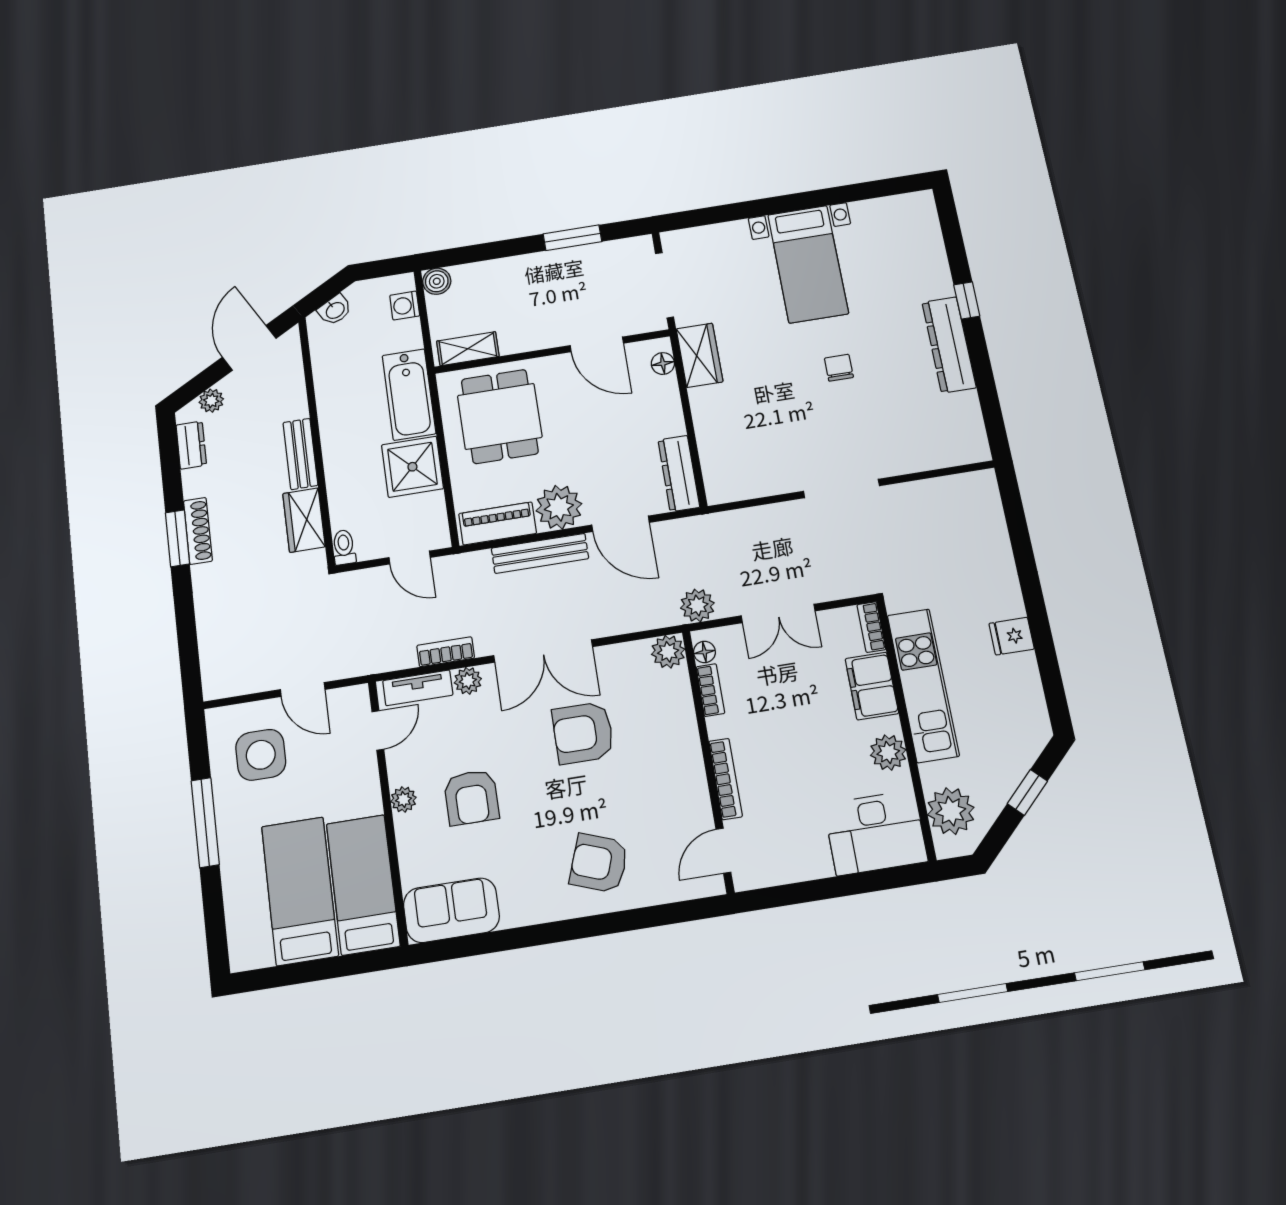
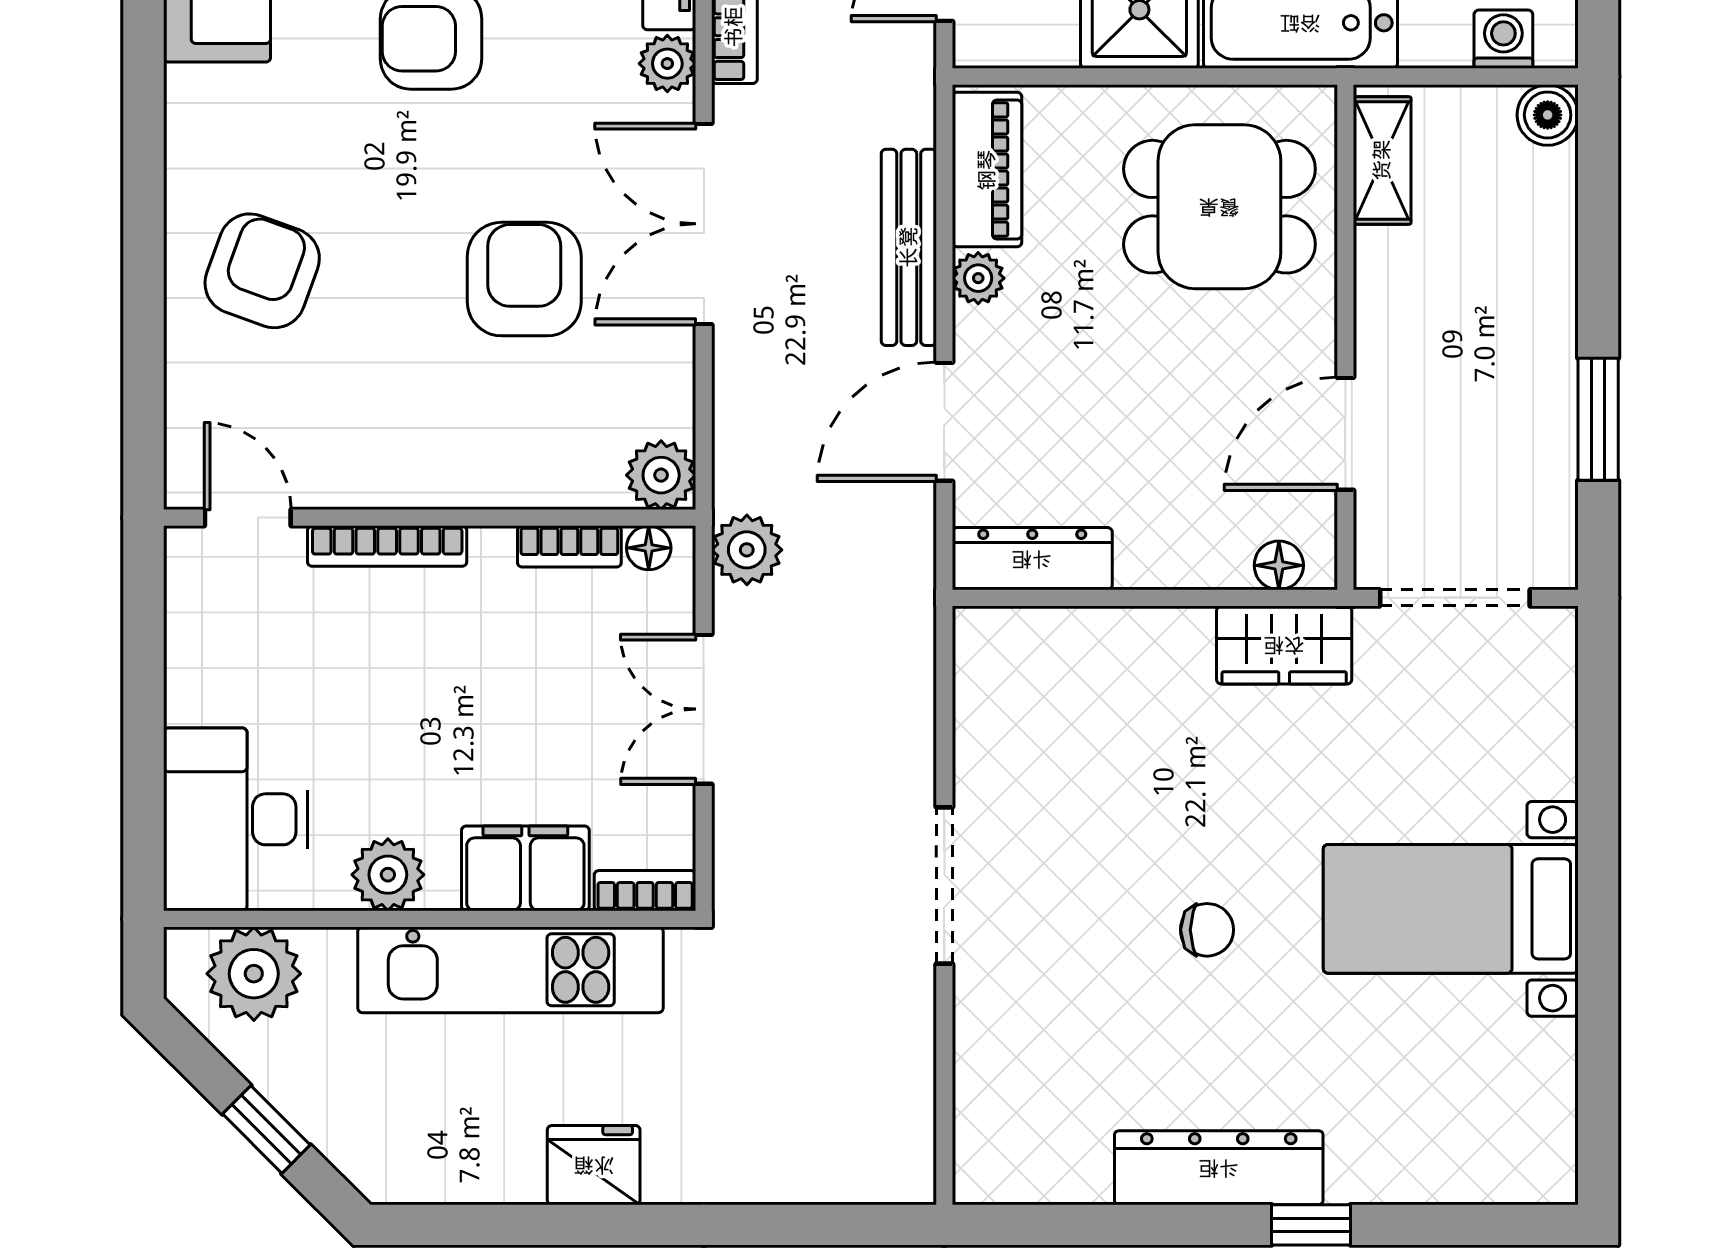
plant: (559, 507) -> (978, 278), width x0.53, depth x0.53
fridge: (1012, 636) -> (594, 1165), width x1.38

